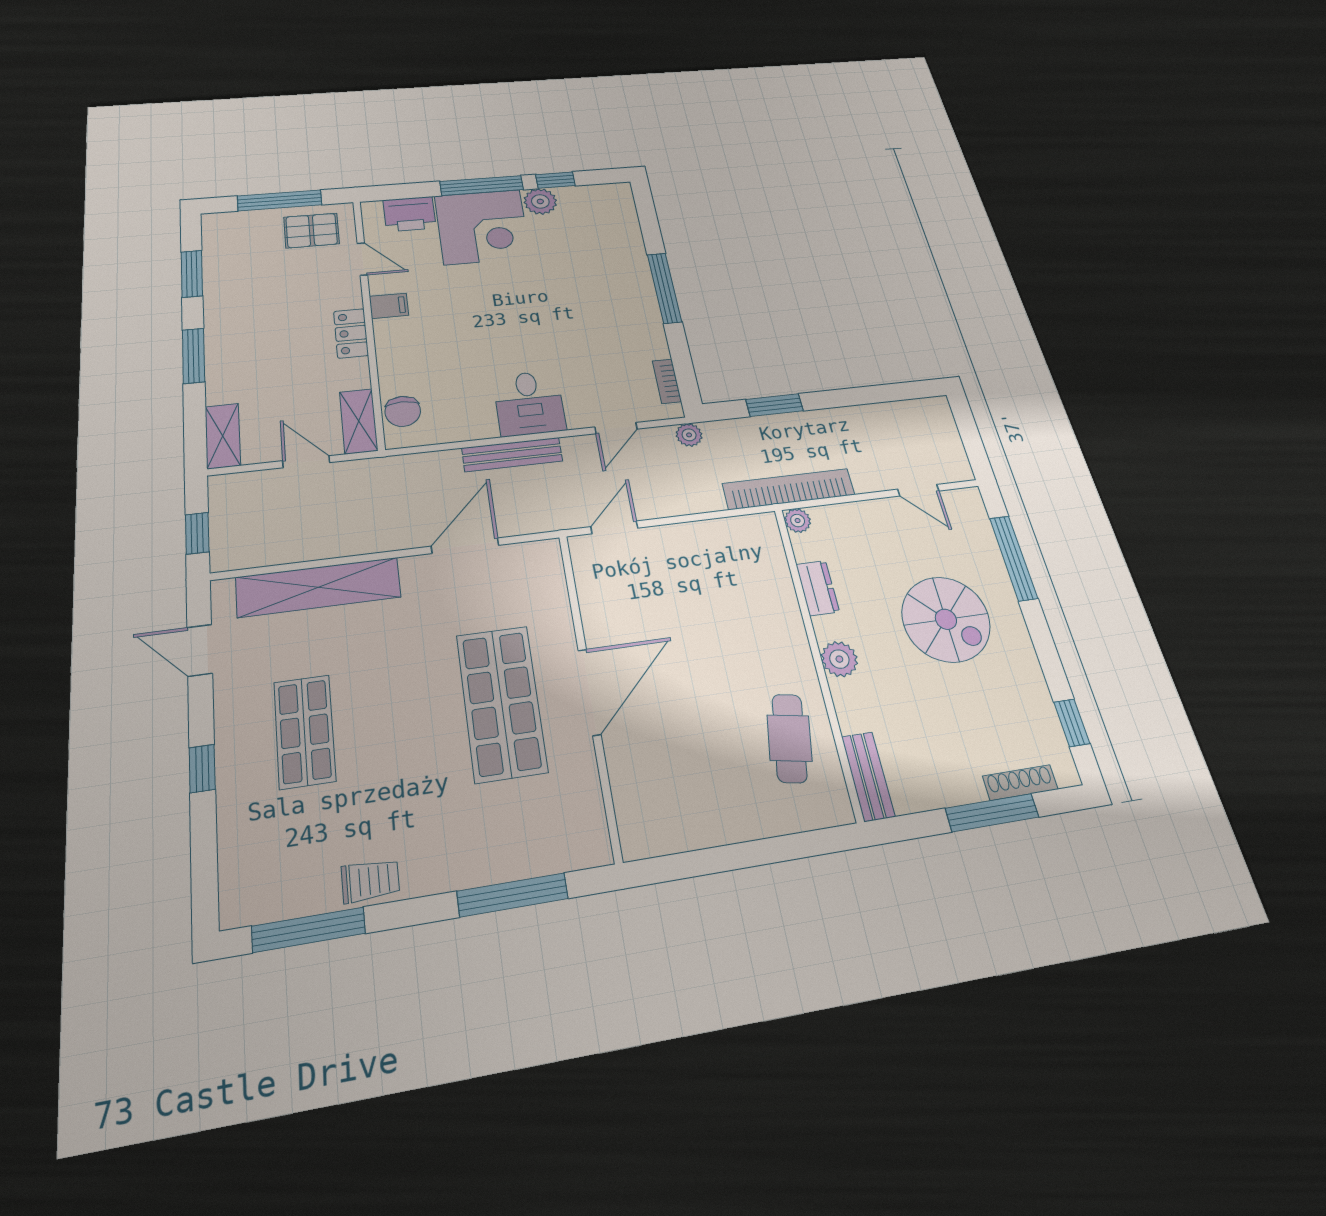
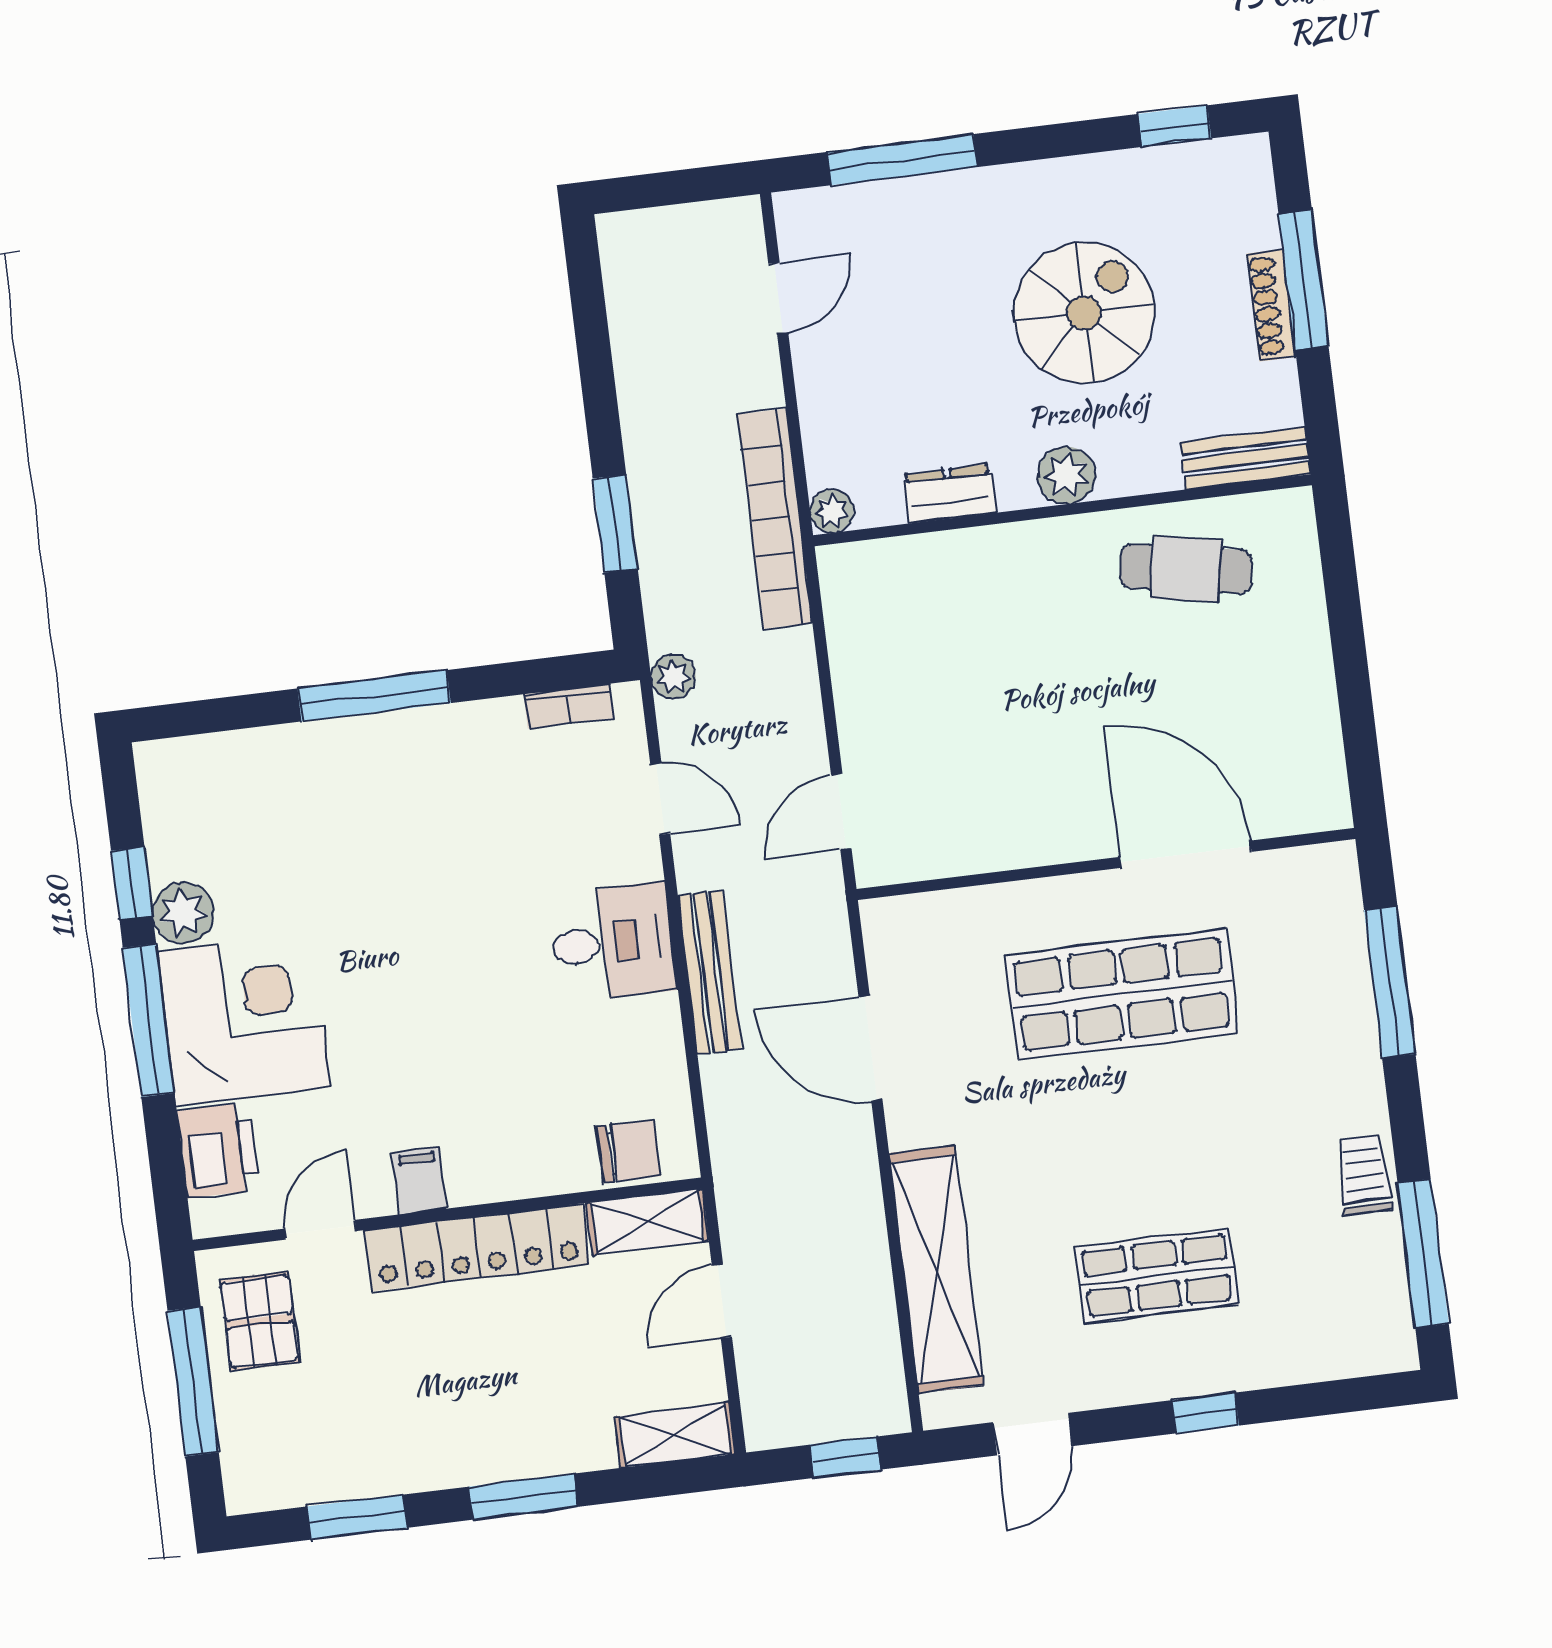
locker: (351, 333) -> (477, 1247), width x2.16, depth x1.21
door: (614, 527) -> (841, 812), hinge flipped
spiral stairs: (946, 619) -> (1084, 313), moved
door: (589, 692) -> (1186, 854), moved
shoe rack: (1020, 783) -> (1271, 305), moved

